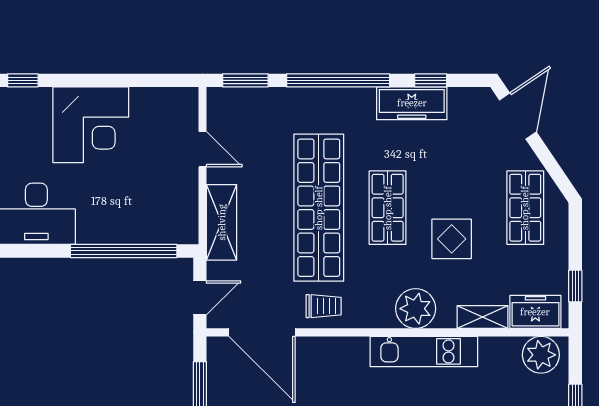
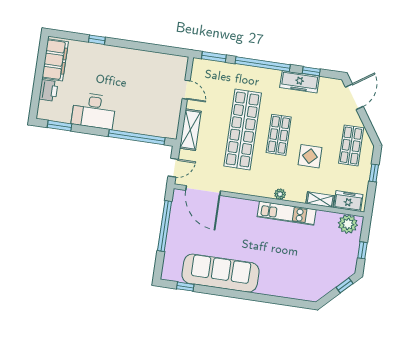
corner desk: (91, 125) -> (129, 68), removed
window: (575, 286) -> (374, 173), moved
trolley: (324, 306) -> (238, 182), removed
plant: (416, 309) -> (280, 194), width x0.53, depth x0.53

